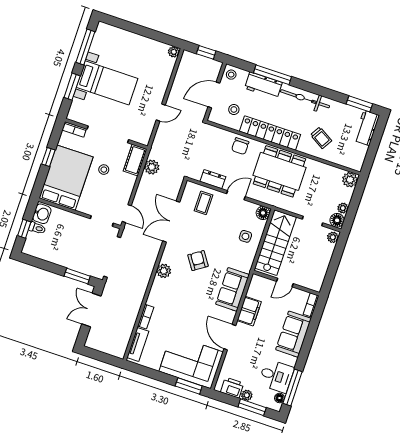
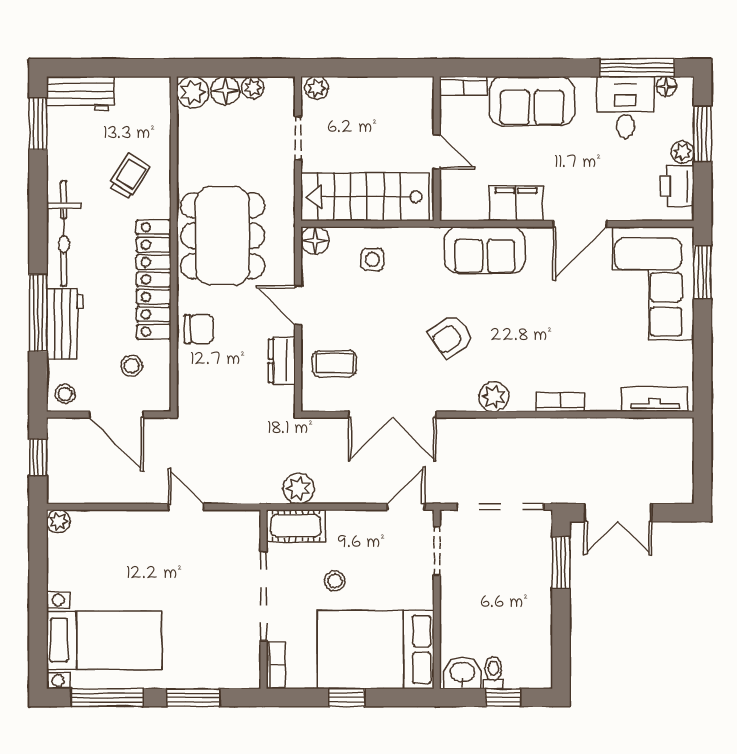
bed with nightstands: (107, 83) -> (104, 640), moved, turned 90
floor lamp: (337, 220) -> (225, 91), moved
bookcase: (146, 317) -> (561, 402), moved

